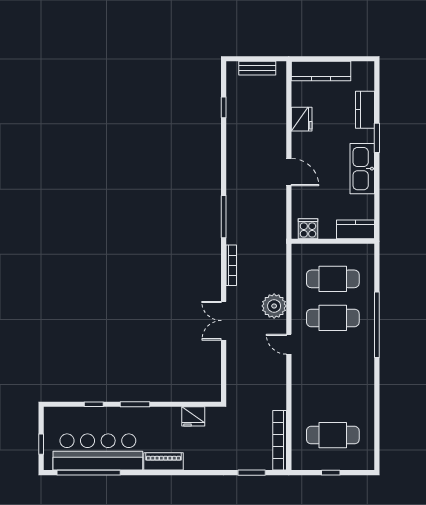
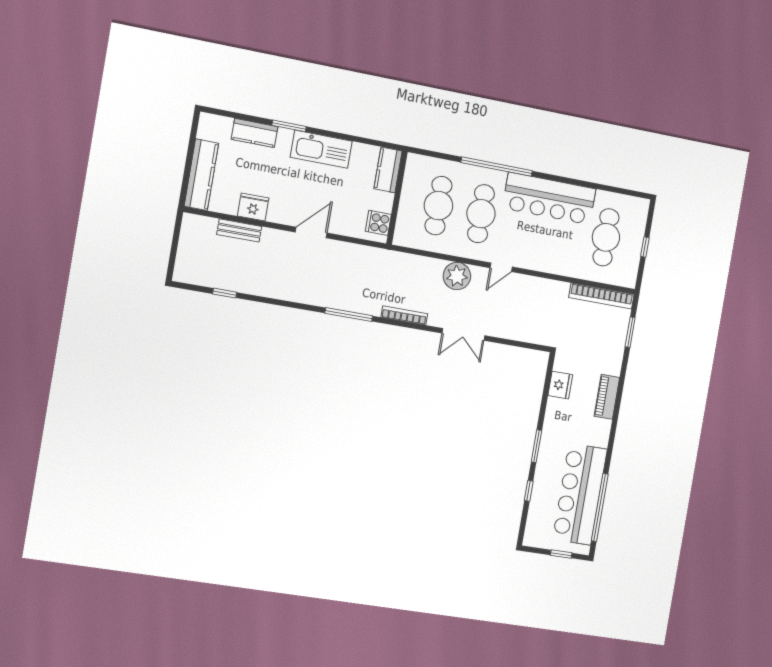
bench: (257, 68) -> (239, 230), moved, turned 90
bar counter: (358, 377) -> (549, 199), added
piano: (163, 461) -> (607, 397), moved

